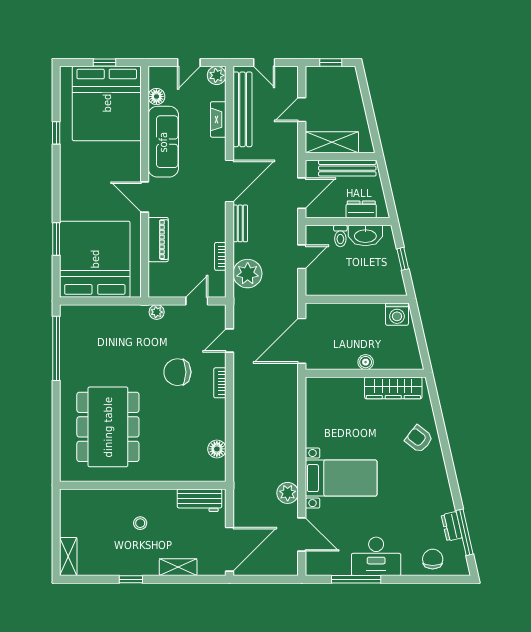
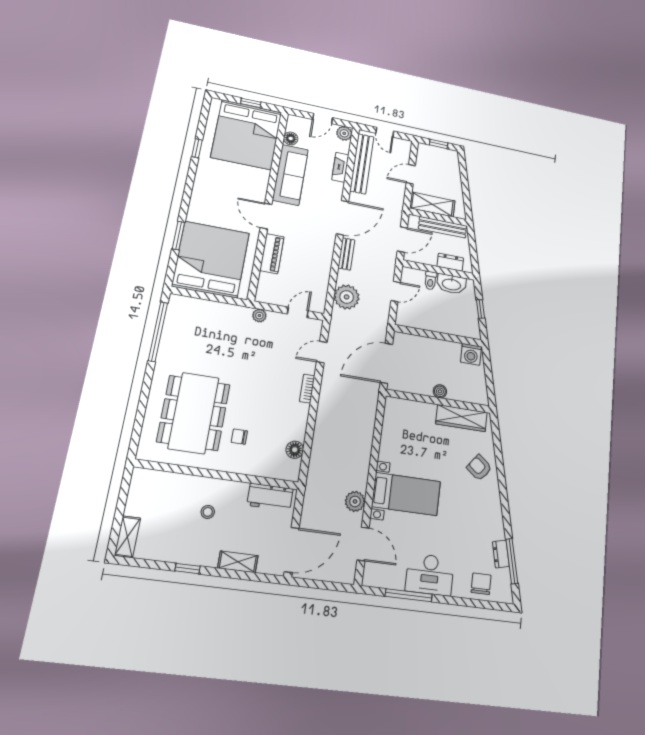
bookcase: (220, 256) -> (325, 278), removed
chair: (177, 372) -> (239, 437), moved, width x0.54, depth x0.54

